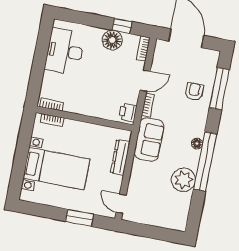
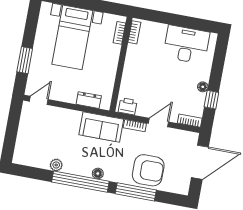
floor lamp: (112, 40) -> (203, 87), width x0.53, depth x0.53
door: (145, 81) -> (159, 123), swing flipped
window: (219, 89) -> (136, 192), moved
armchair: (194, 92) -> (148, 170), width x1.88, depth x1.88
dresser: (120, 157) -> (89, 100), width x0.70
plant: (183, 180) -> (56, 165), width x0.53, depth x0.53

